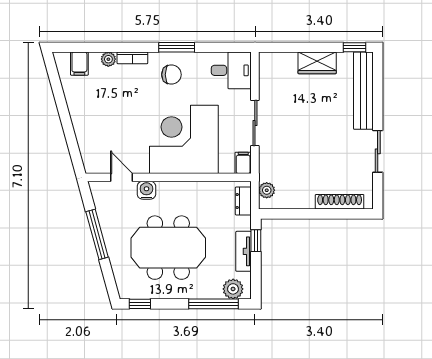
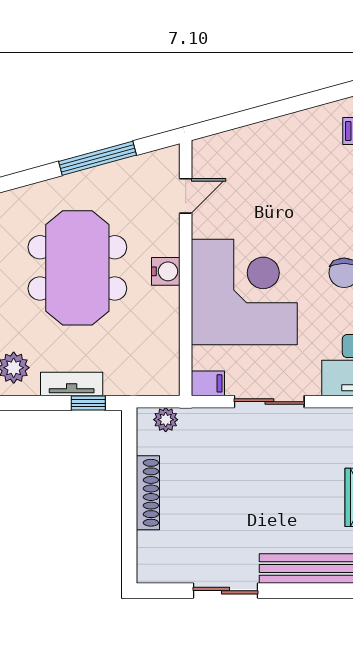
water cooler: (146, 190) -> (166, 271), moved
dresser: (243, 201) -> (149, 384), removed
shoe rack: (340, 202) -> (148, 493), moved

